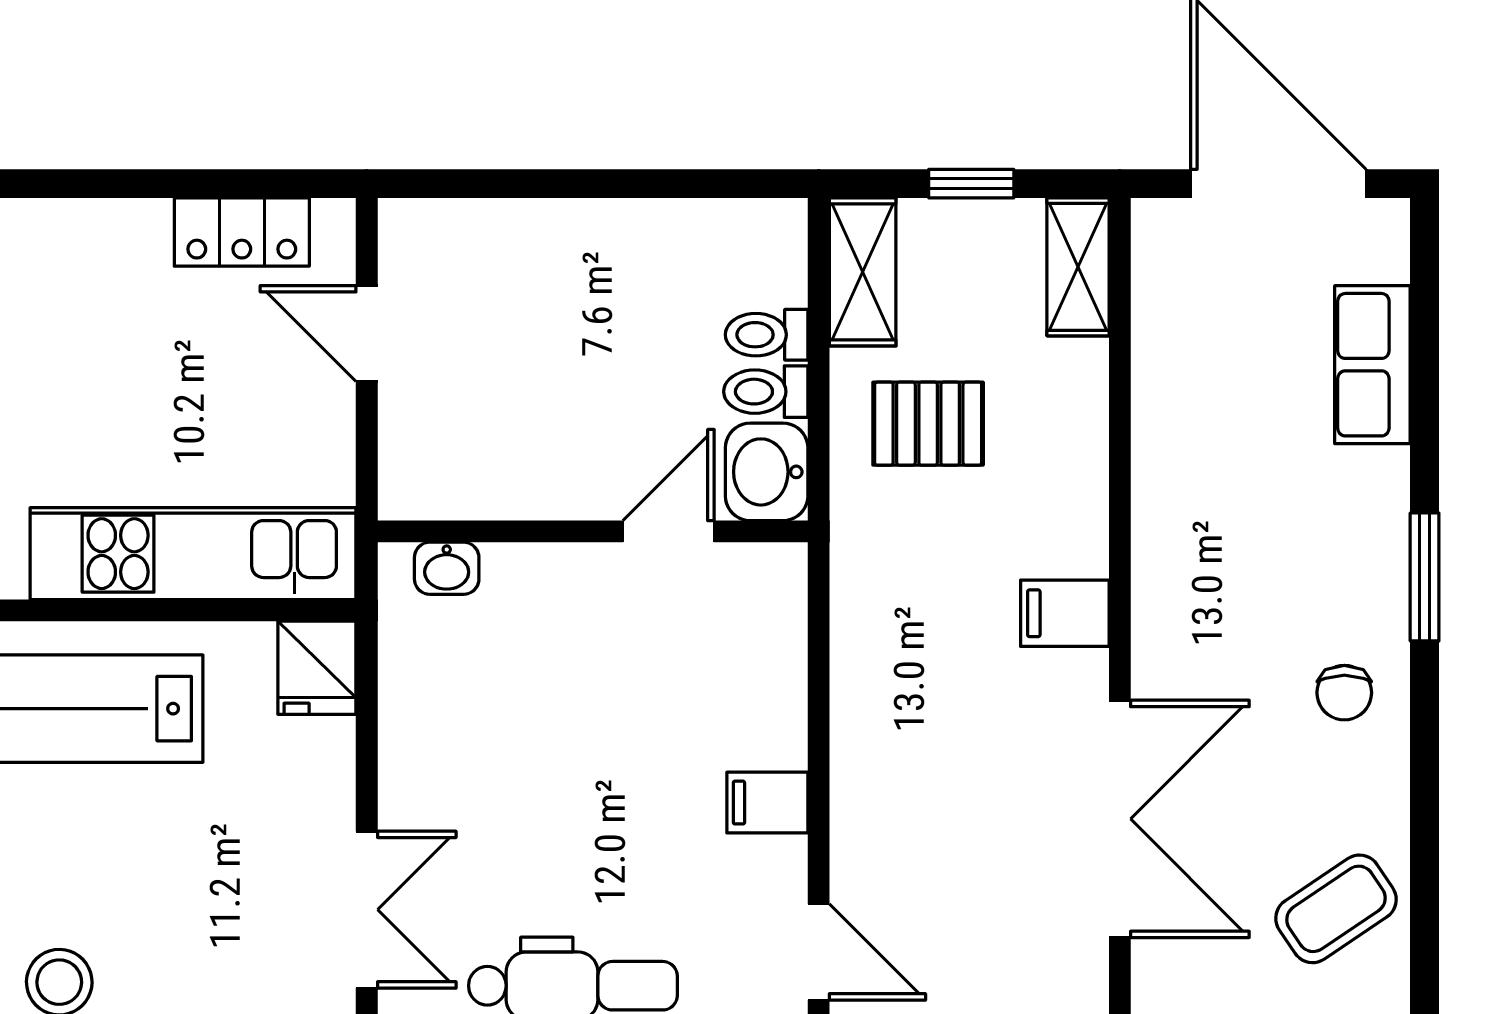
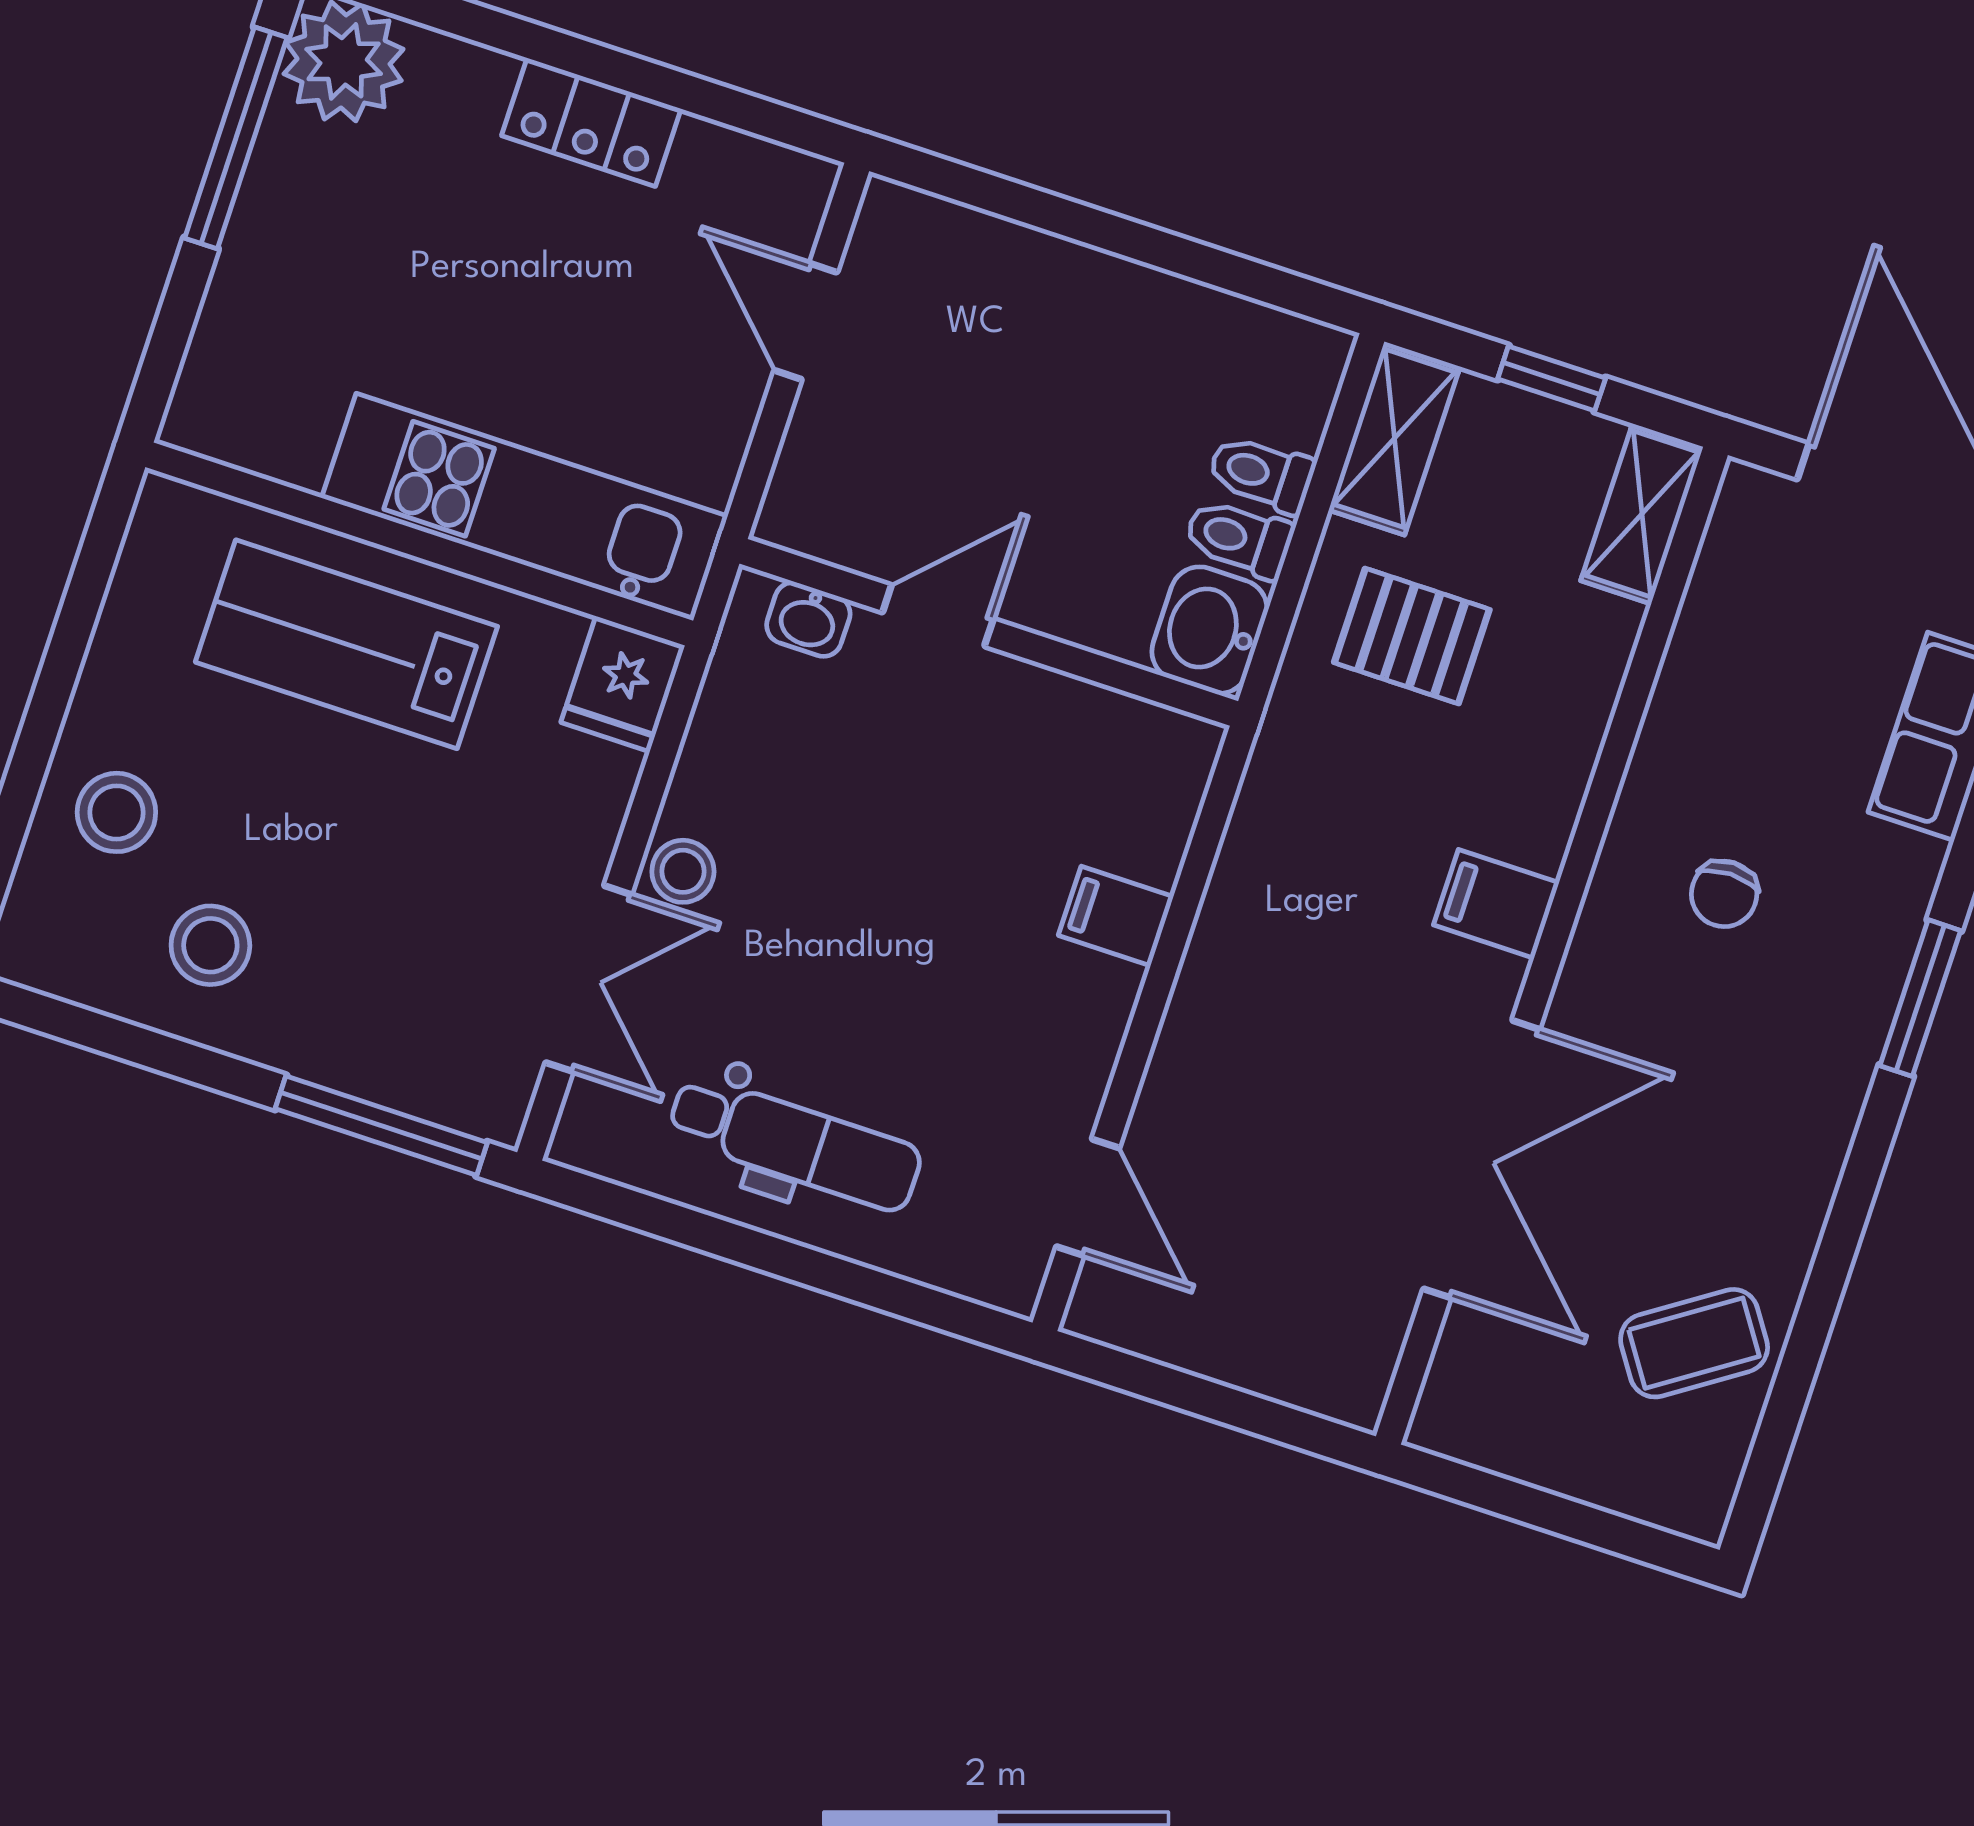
locker: (242, 232) -> (591, 122), moved
door: (668, 531) -> (938, 616), moved
chair: (1344, 693) -> (1724, 894), moved
stool: (413, 800) -> (683, 871), added
filing cabinet: (767, 803) -> (1116, 916), moved

